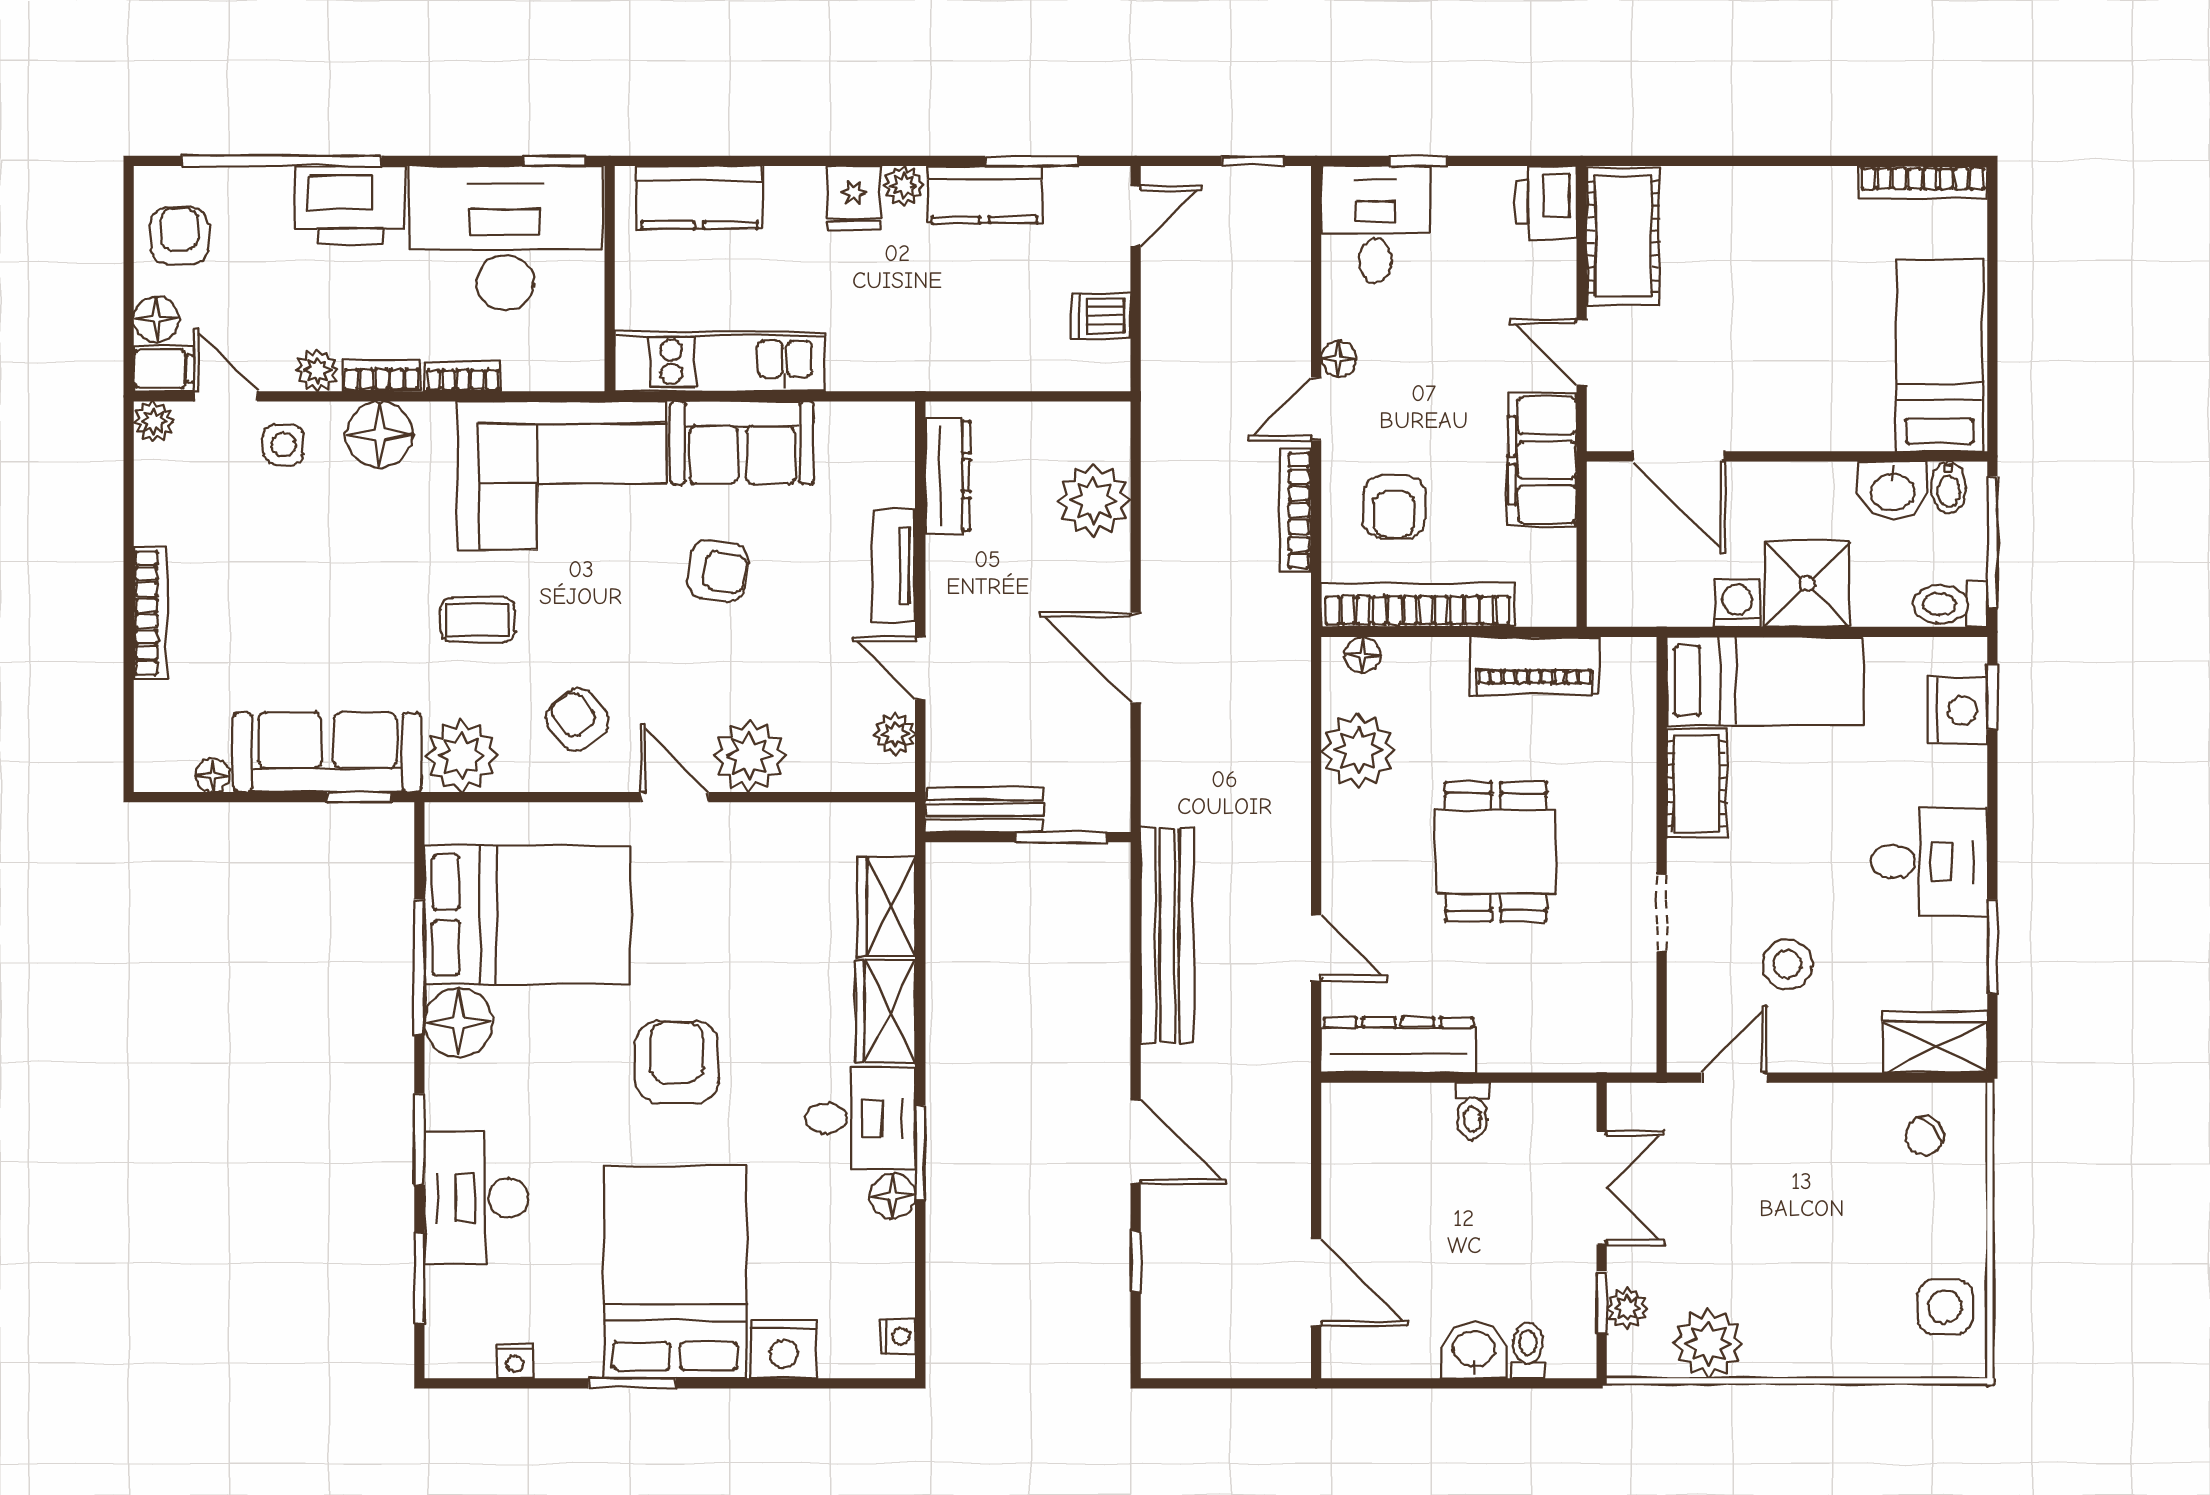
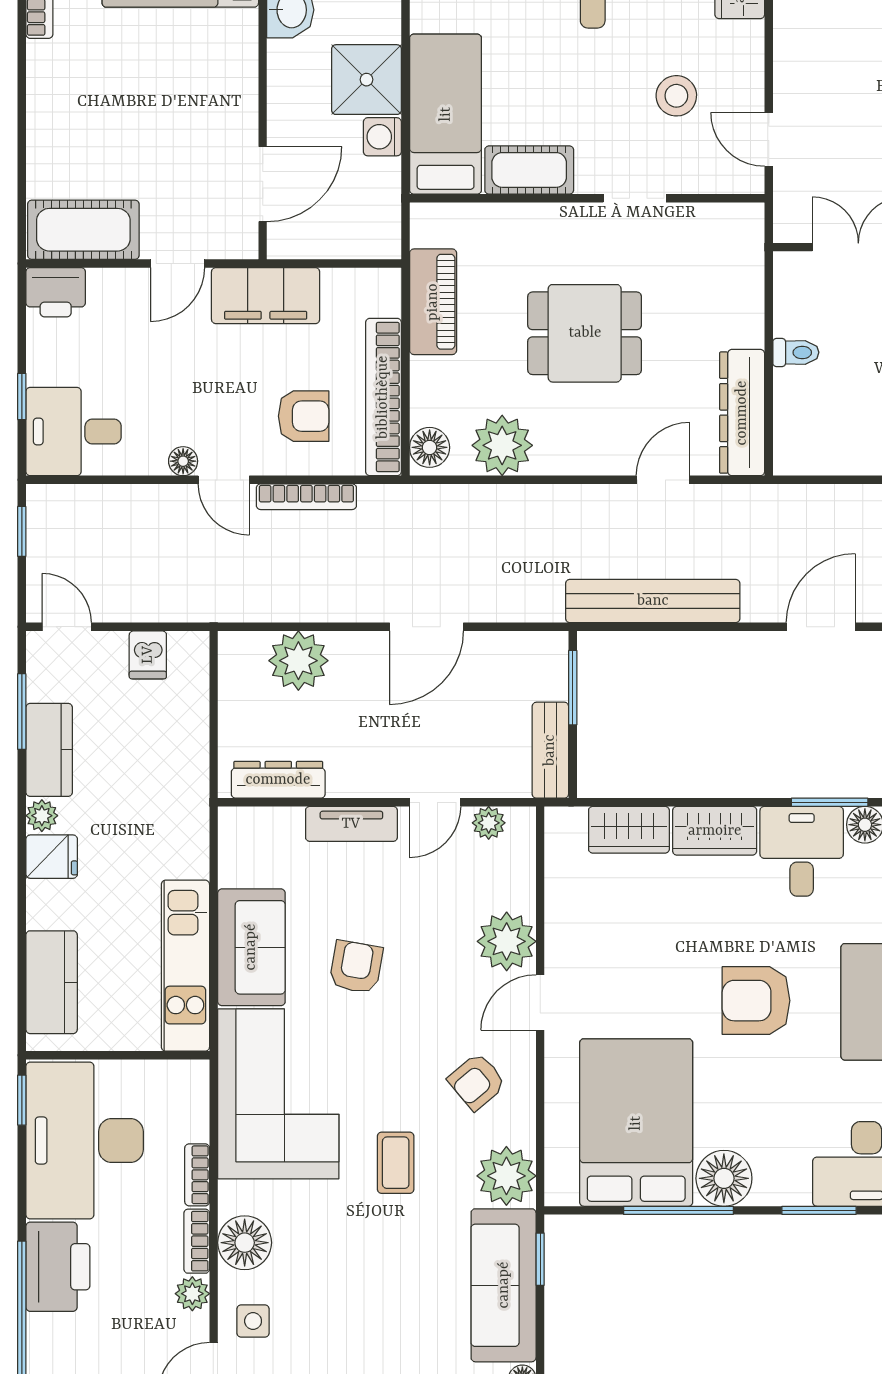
floor lamp: (1362, 655) -> (430, 447), width x1.37, depth x1.37

